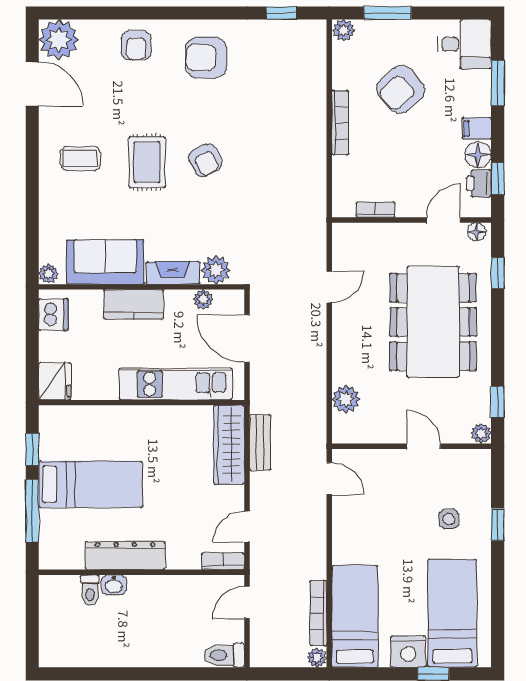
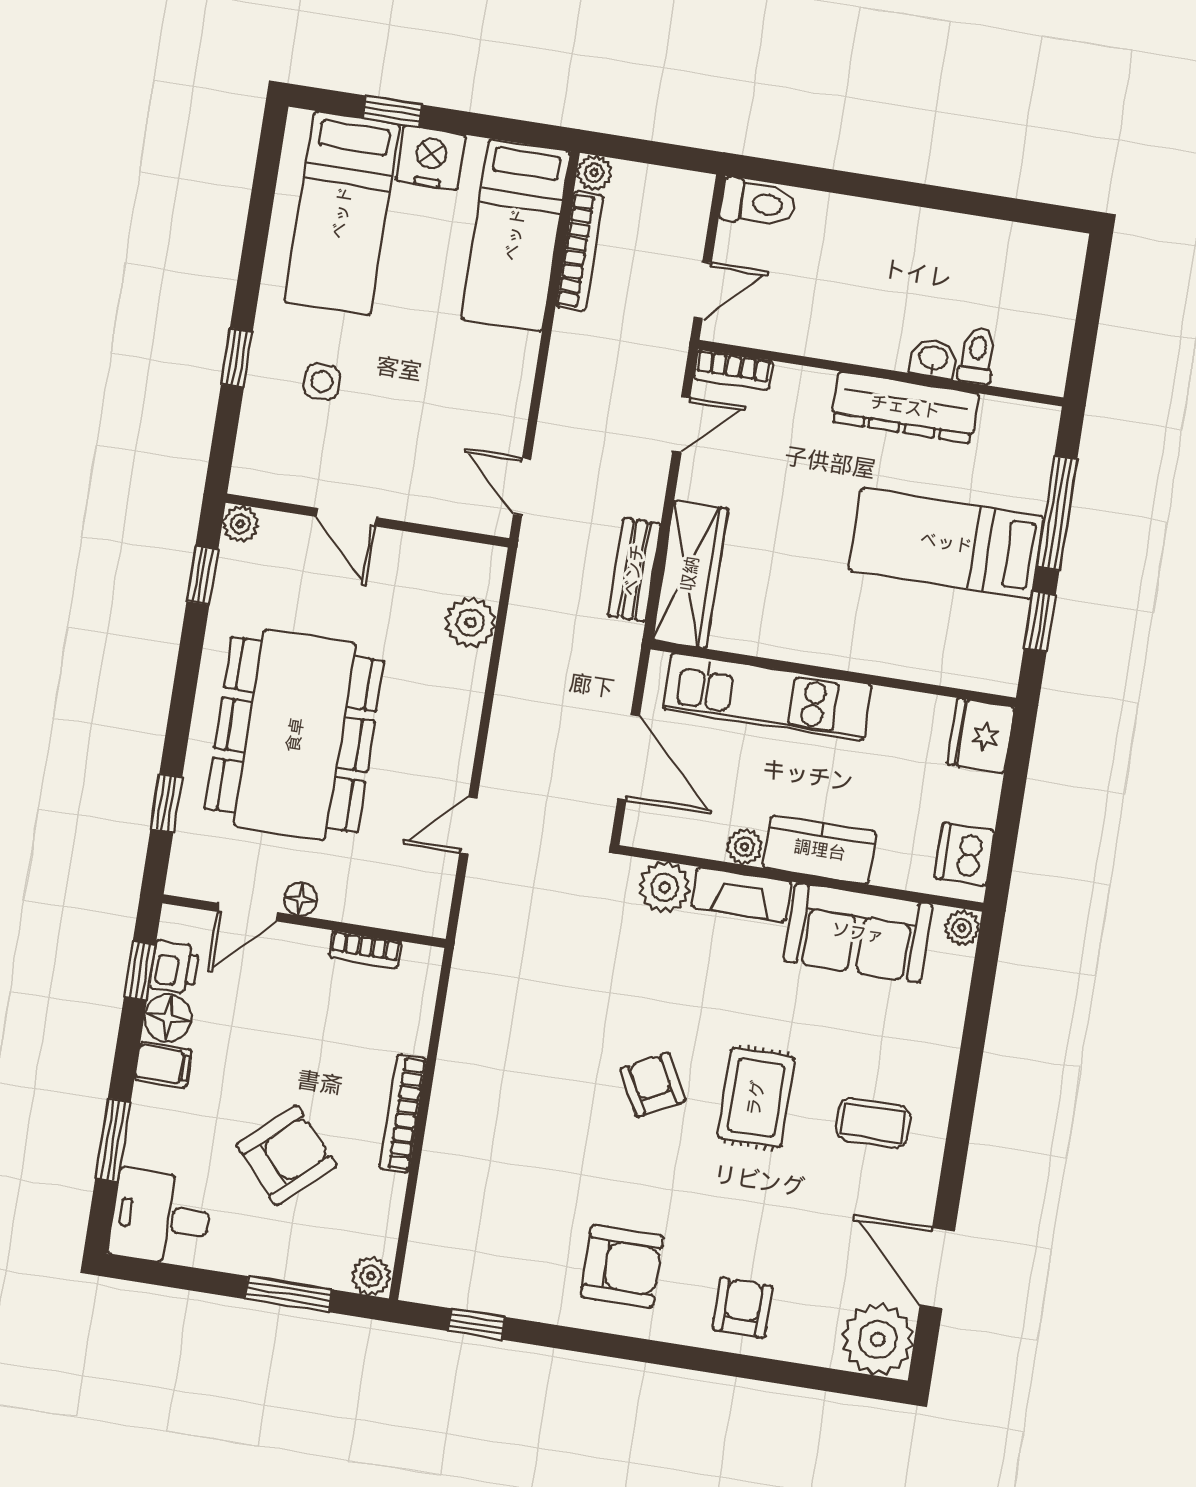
floor lamp: (477, 232) -> (301, 899), moved
plant: (203, 299) -> (744, 847), moved

